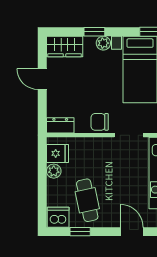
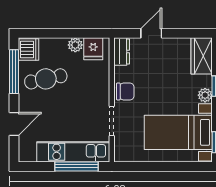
door: (42, 79) -> (151, 33), moved
chair: (100, 122) -> (125, 91), turned 90
window: (80, 232) -> (14, 72), width x2.17

